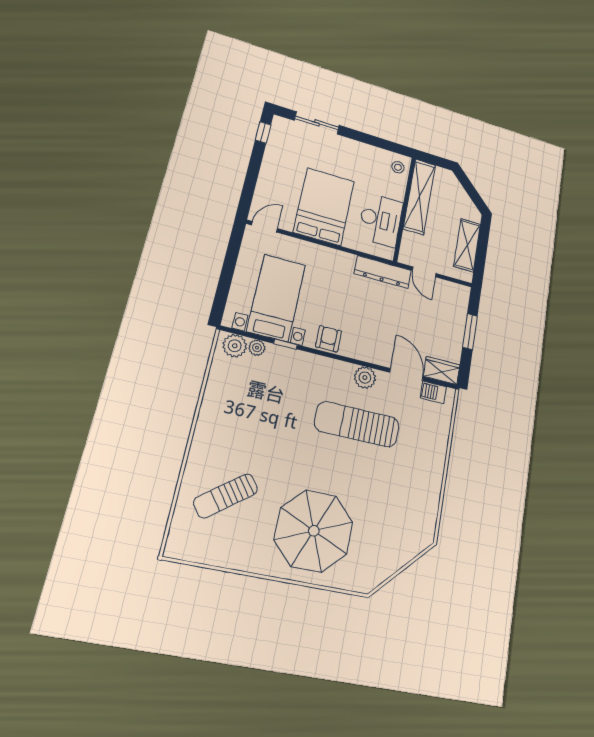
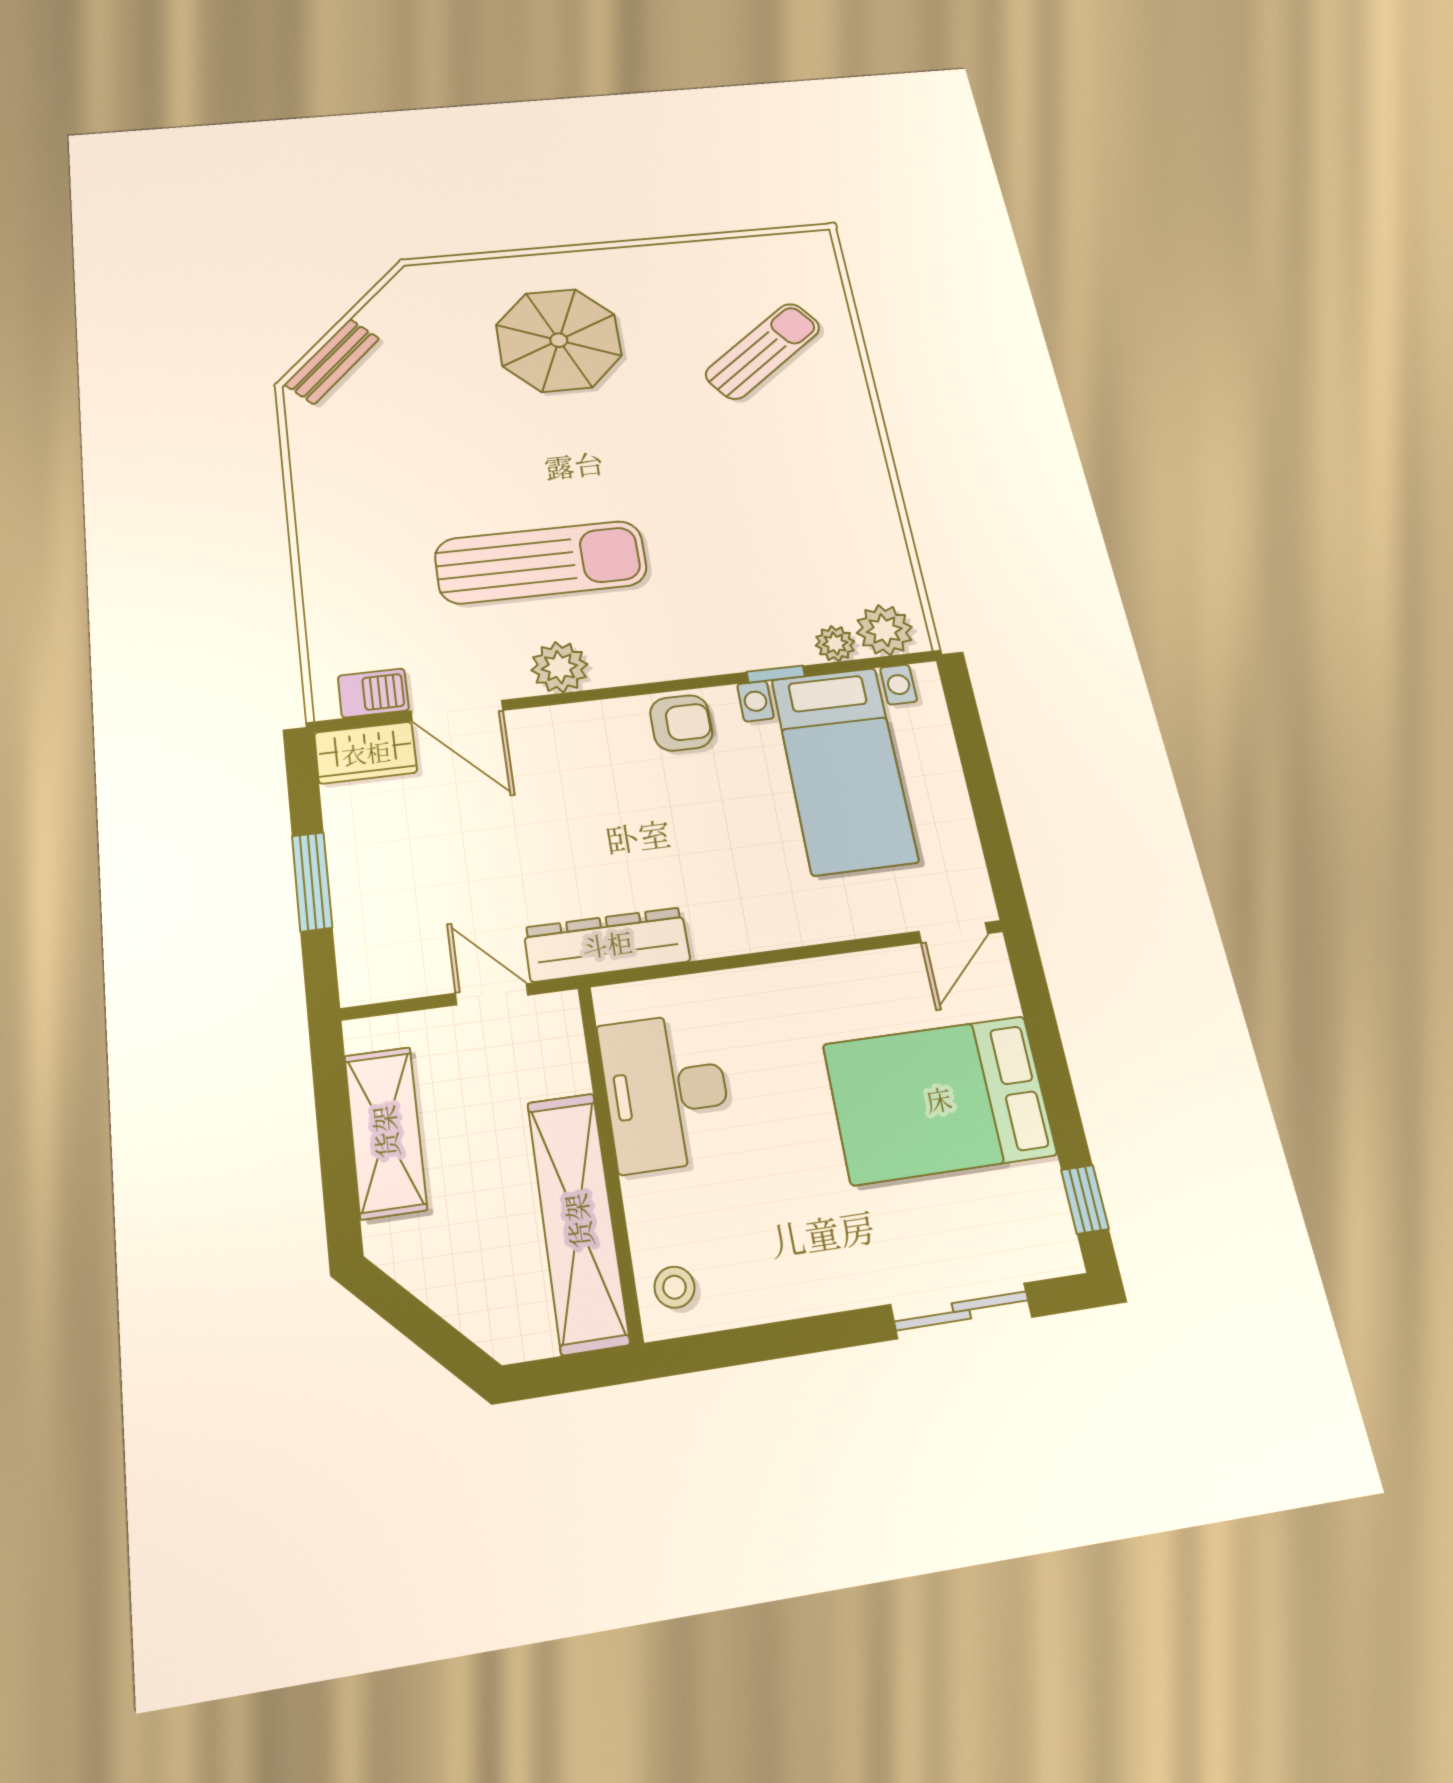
bed: (324, 207) -> (939, 1099), moved, turned 90
armchair: (329, 339) -> (681, 723), turned -90
parasol: (314, 531) -> (559, 340), width x0.73, depth x0.73
bench: (411, 550) -> (332, 361), added

